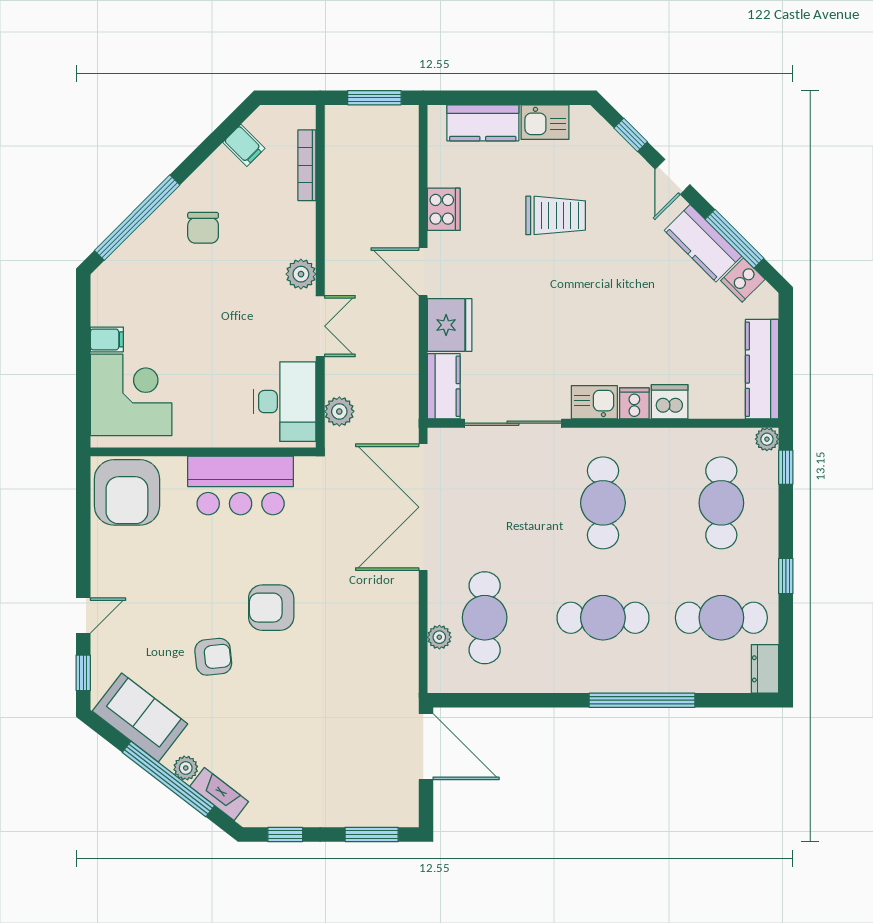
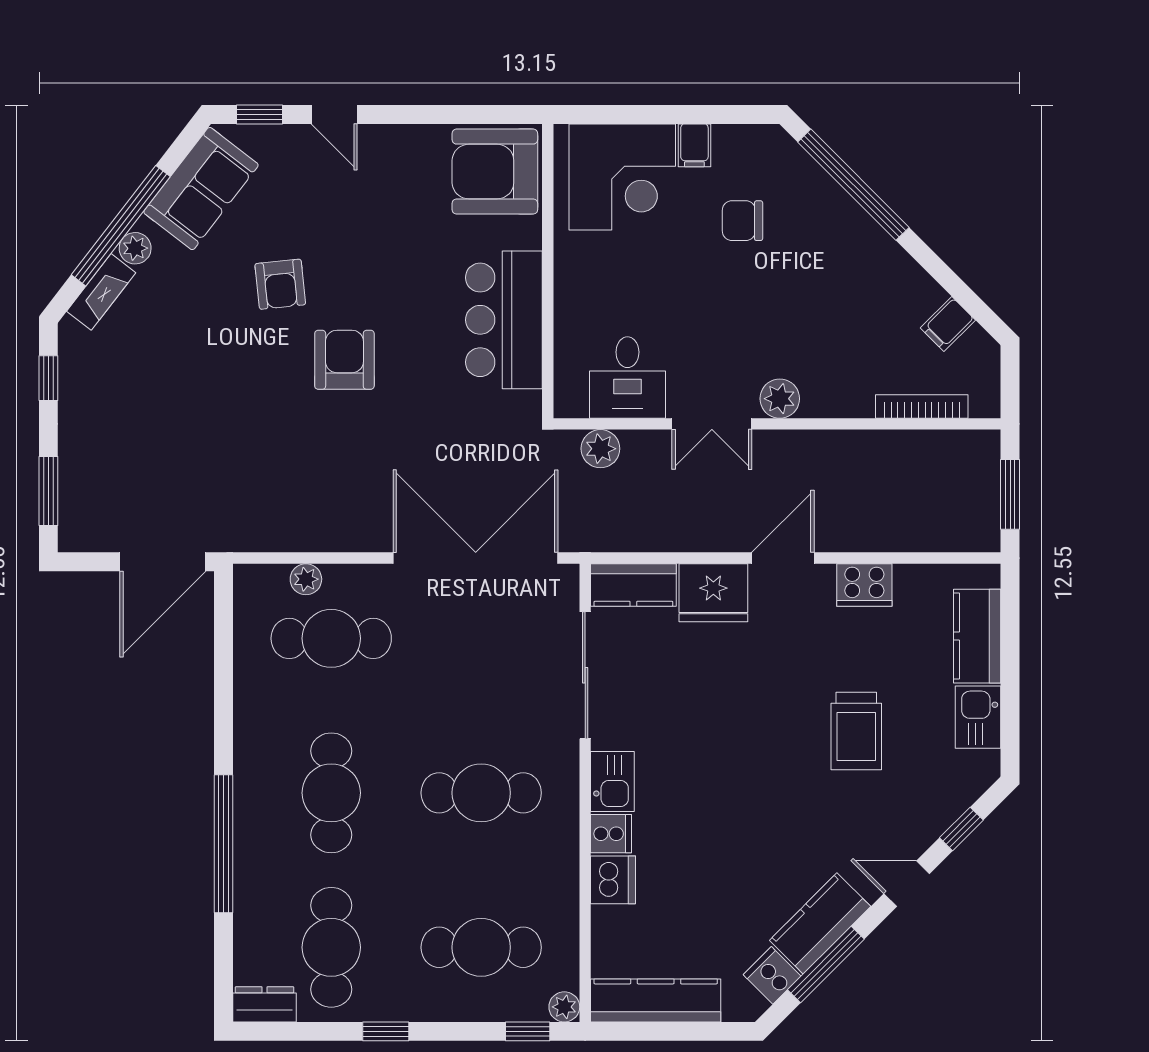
chair: (203, 228) -> (742, 221), moved
desk: (285, 402) -> (627, 377), width x0.73

